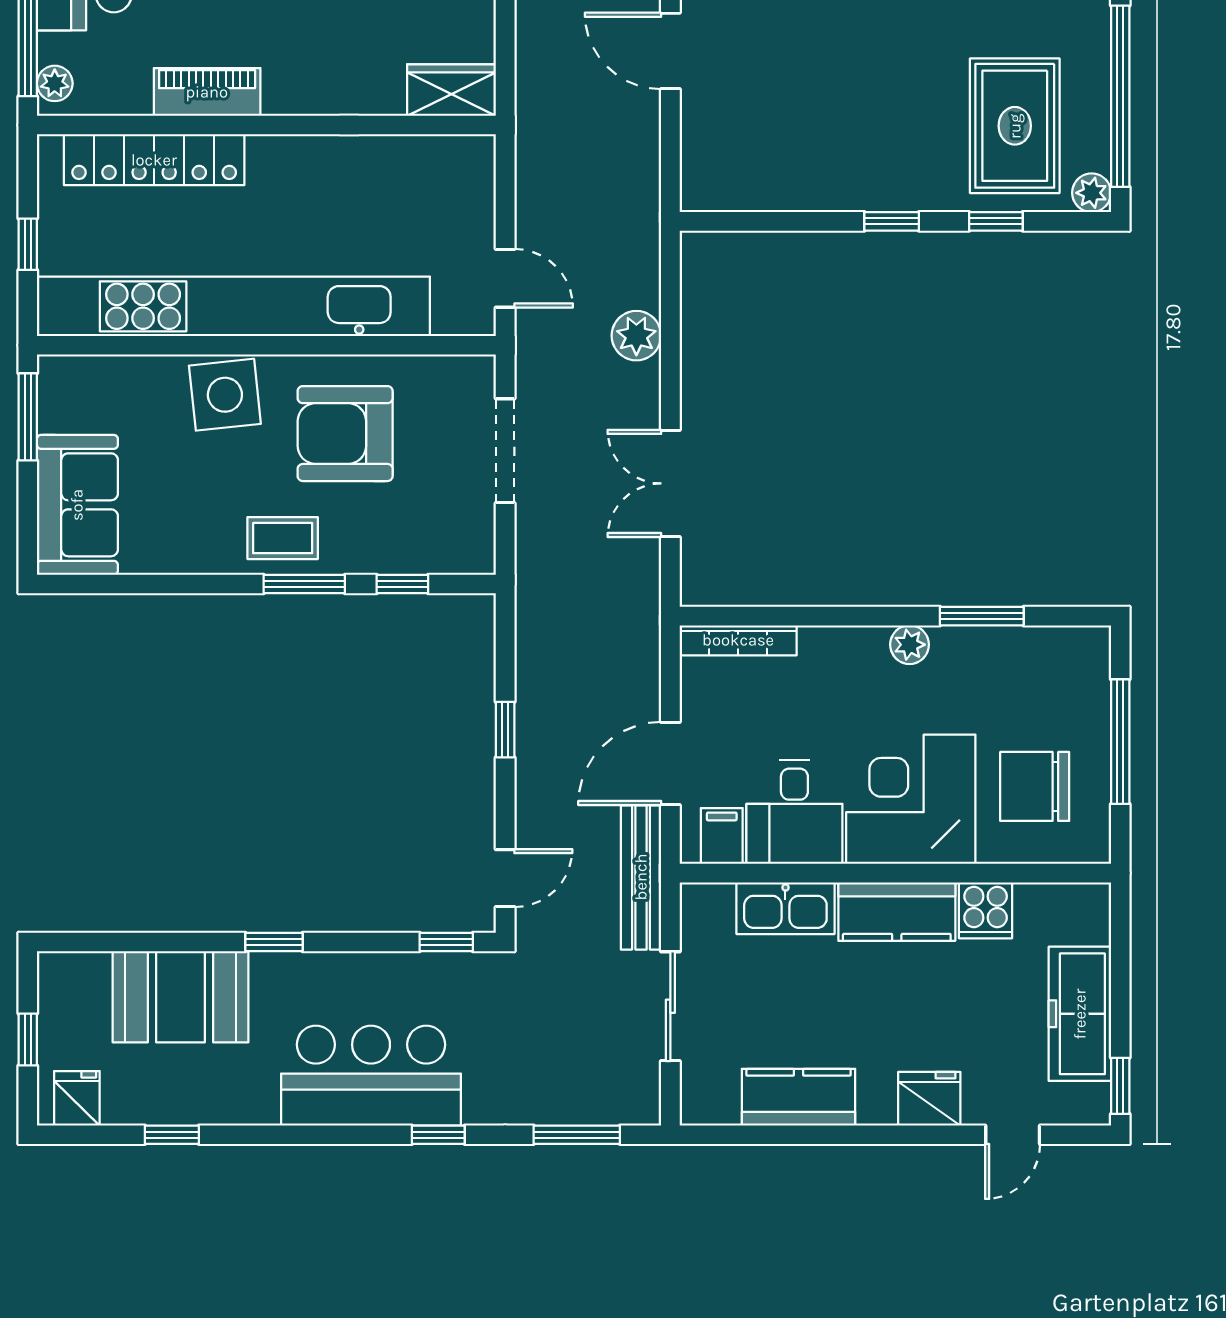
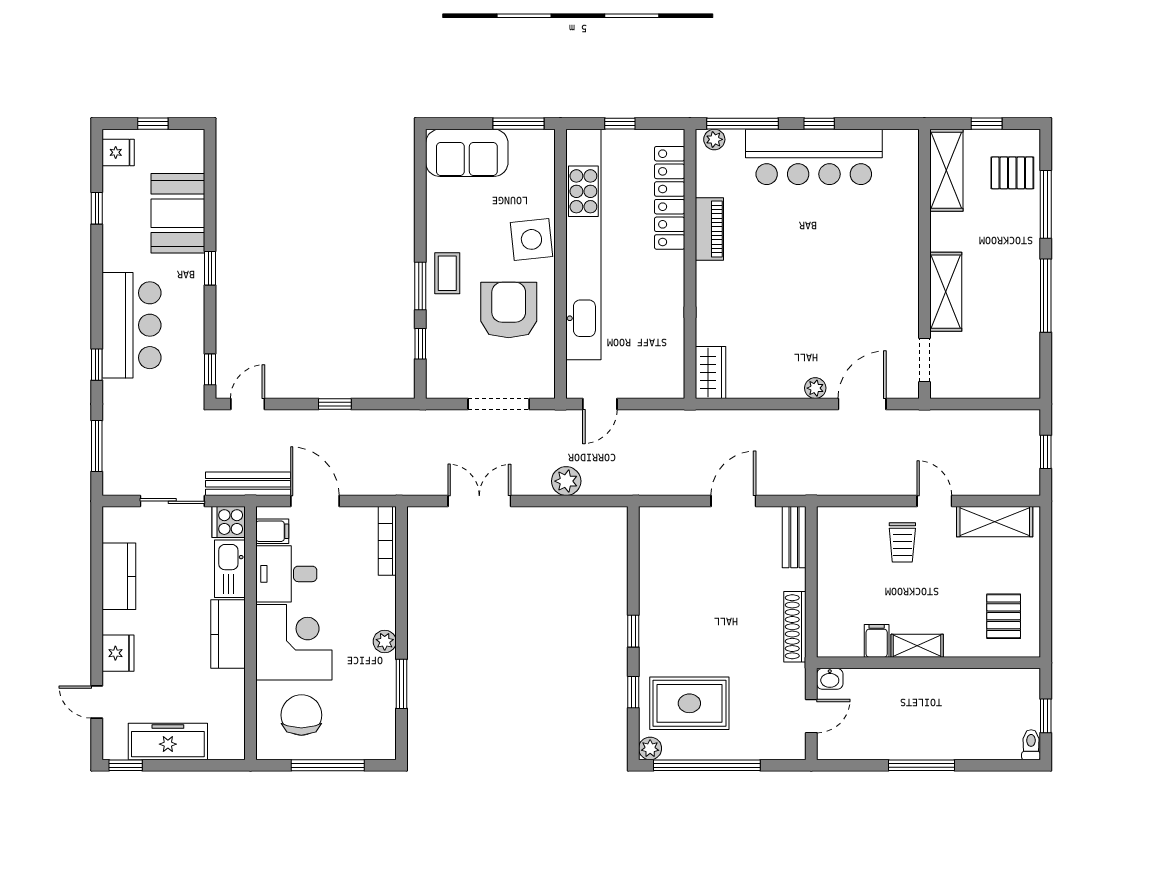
door: (505, 878) -> (248, 404), swing flipped
cooker: (986, 910) -> (229, 522), moved

